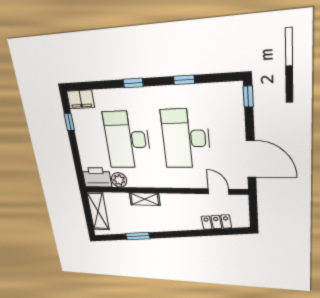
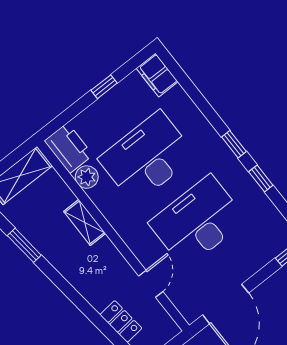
window: (133, 83) -> (234, 144), moved
window: (69, 122) -> (104, 87), moved
door: (219, 191) -> (151, 284), moved

